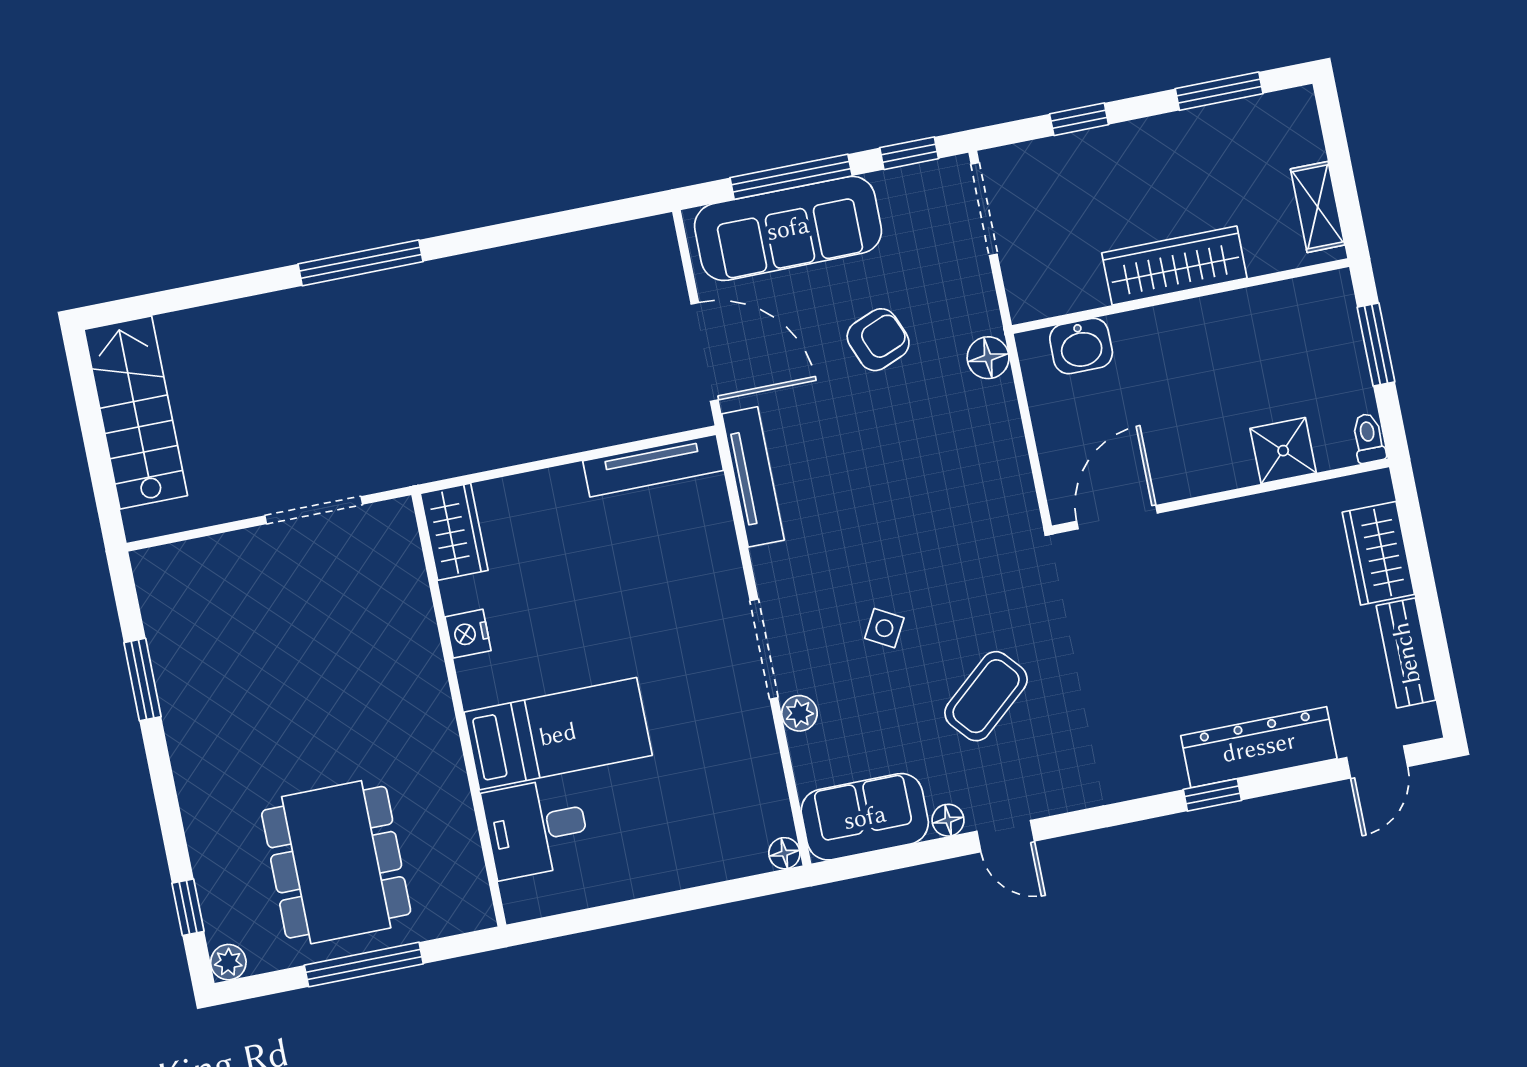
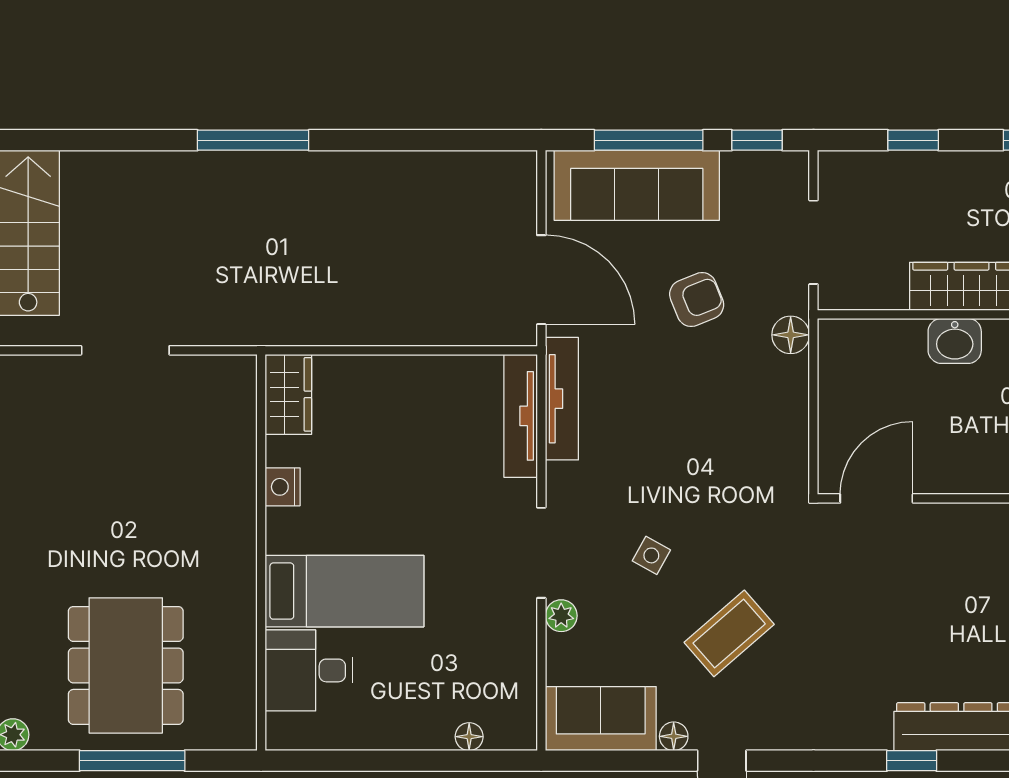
doorway: (984, 209) -> (813, 242), moved
washbasin: (1081, 346) -> (955, 341), moved
tv unit: (653, 466) -> (521, 416), moved, turned 90
doorway: (314, 510) -> (125, 350), moved
floor lamp: (784, 853) -> (469, 737), moved

